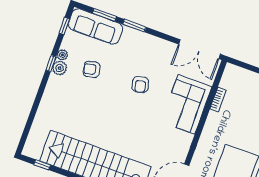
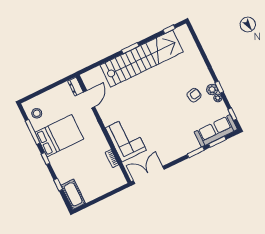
armchair: (92, 69) -> (194, 95), moved
armchair: (140, 85) -> (161, 124), removed

